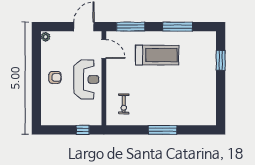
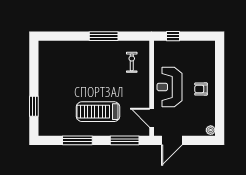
window: (163, 130) -> (104, 36), moved

